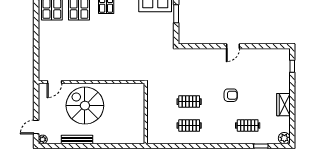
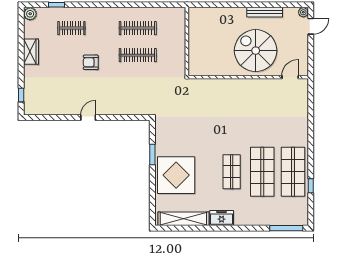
clothes rail: (189, 102) -> (138, 55), width x1.36
spiral stairs: (85, 106) -> (256, 51), turned 180
clothes rail: (189, 125) -> (138, 28), width x1.36

